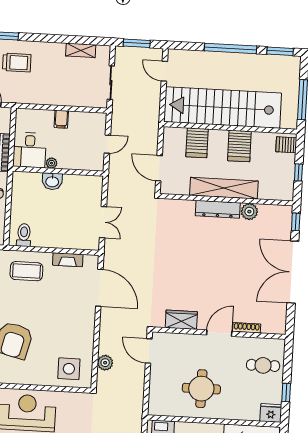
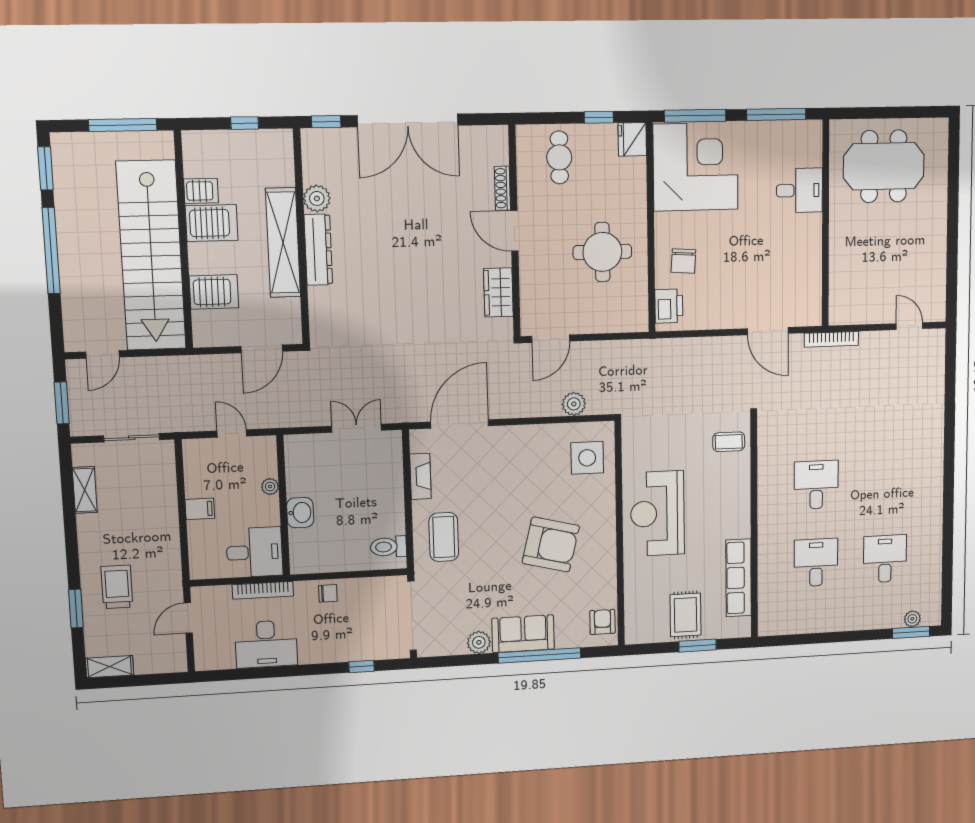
server rack: (286, 145) -> (201, 191), moved, turned -90
plant: (52, 163) -> (270, 487), moved

